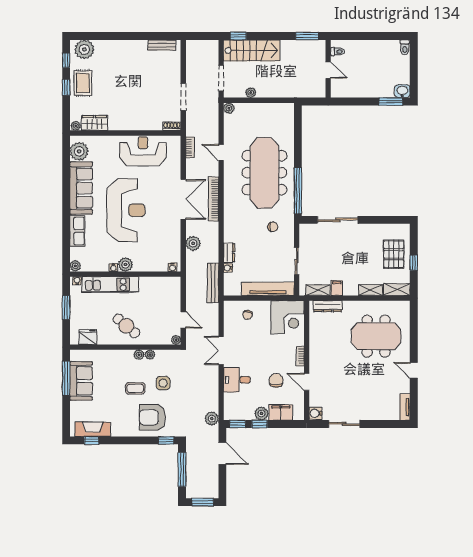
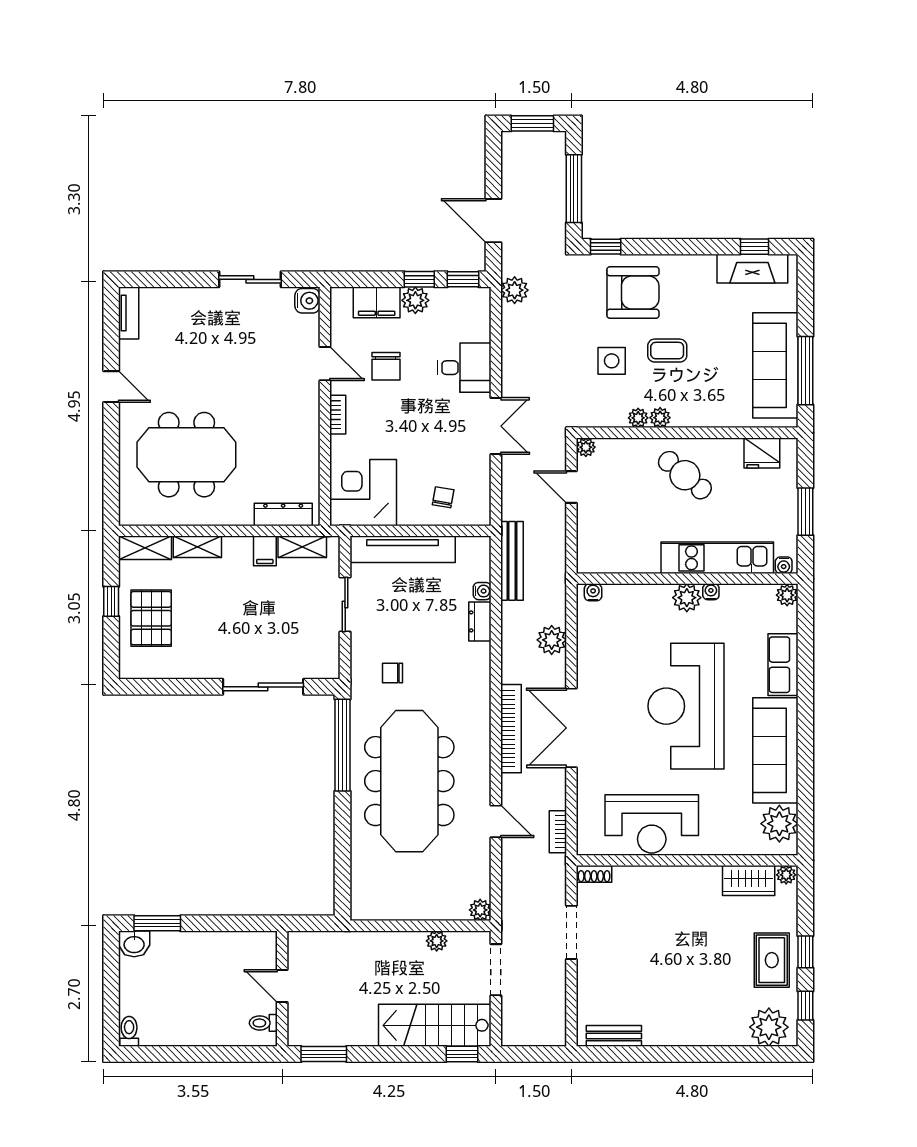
sofa: (81, 381) -> (775, 365), width x1.36

